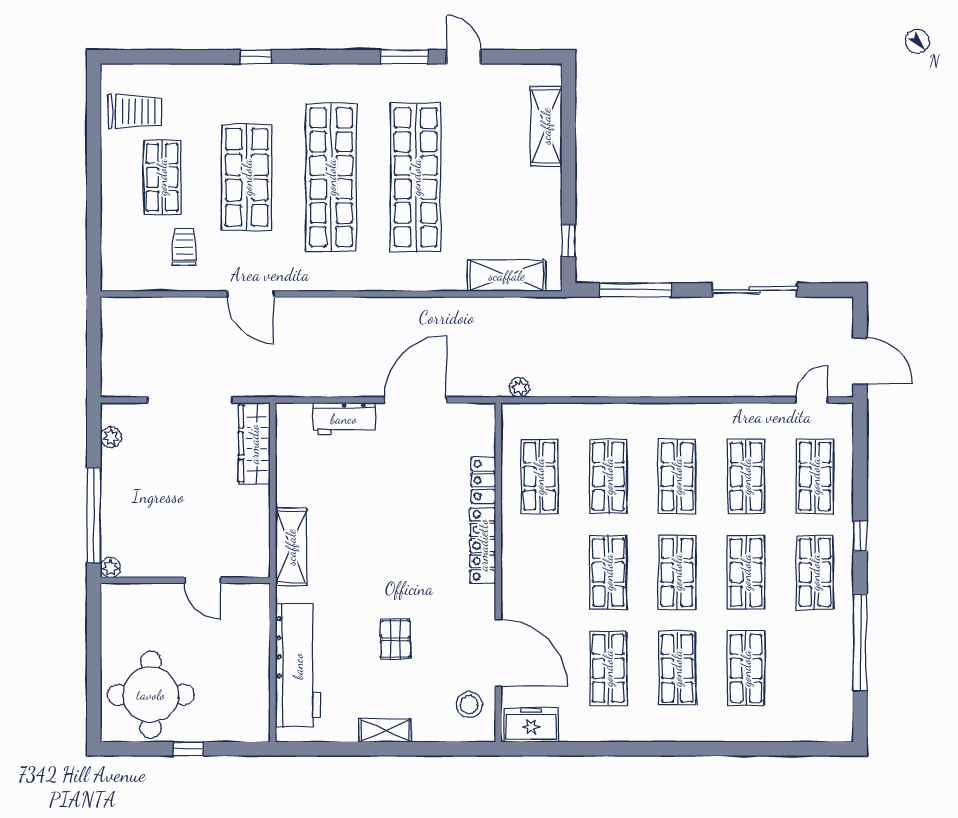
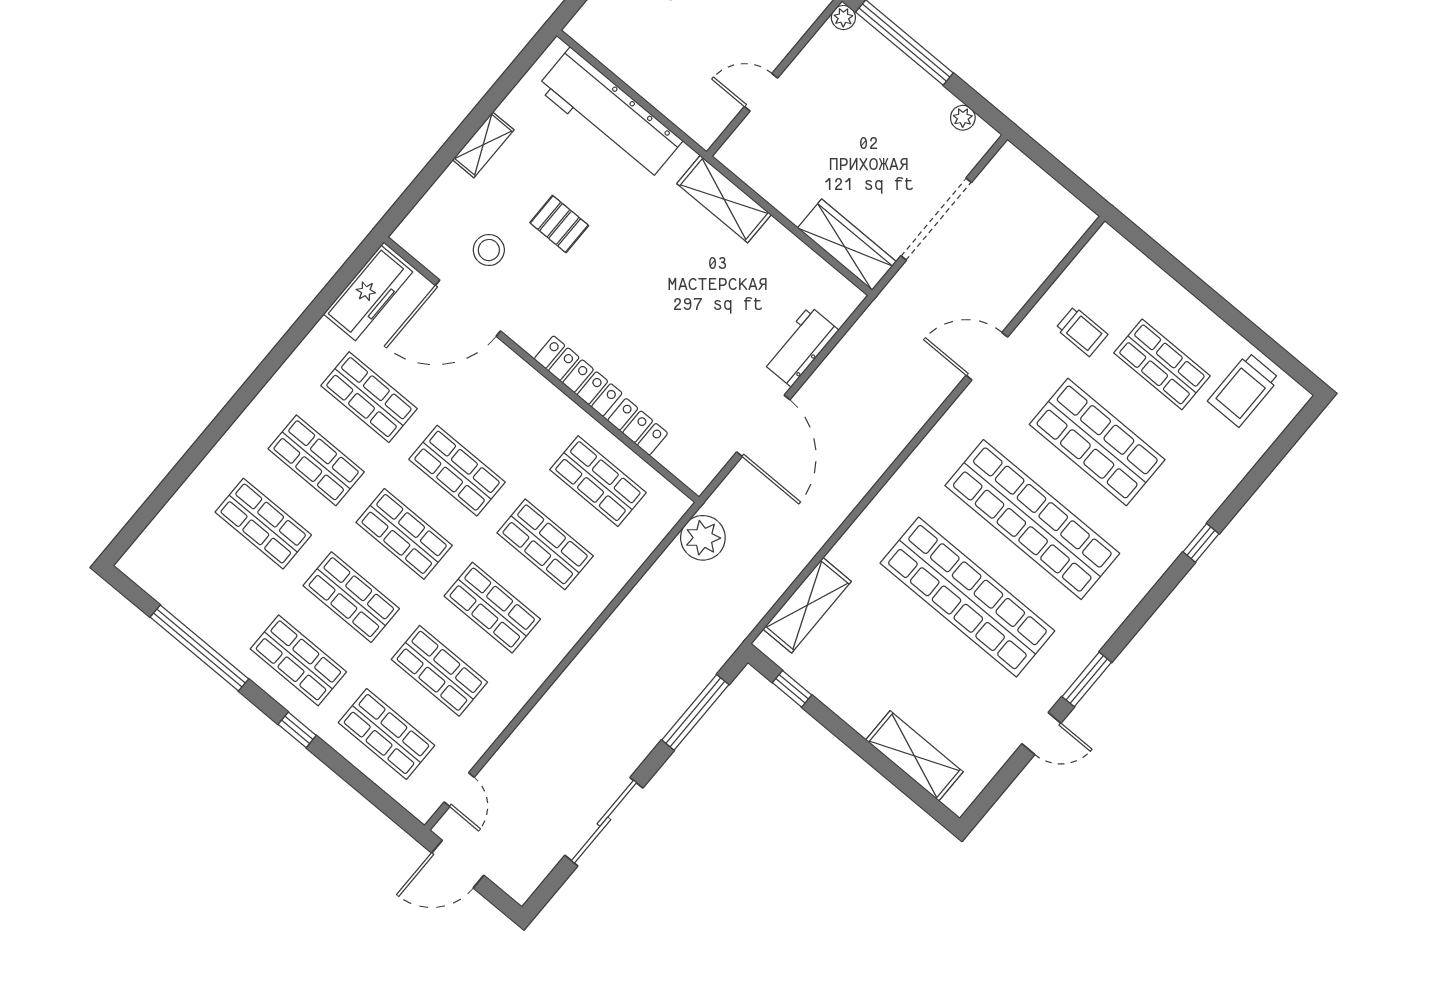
plant: (519, 387) -> (703, 538), width x1.88, depth x1.88
stool: (469, 704) -> (489, 250), moved
freezer: (531, 725) -> (368, 293), width x1.40

